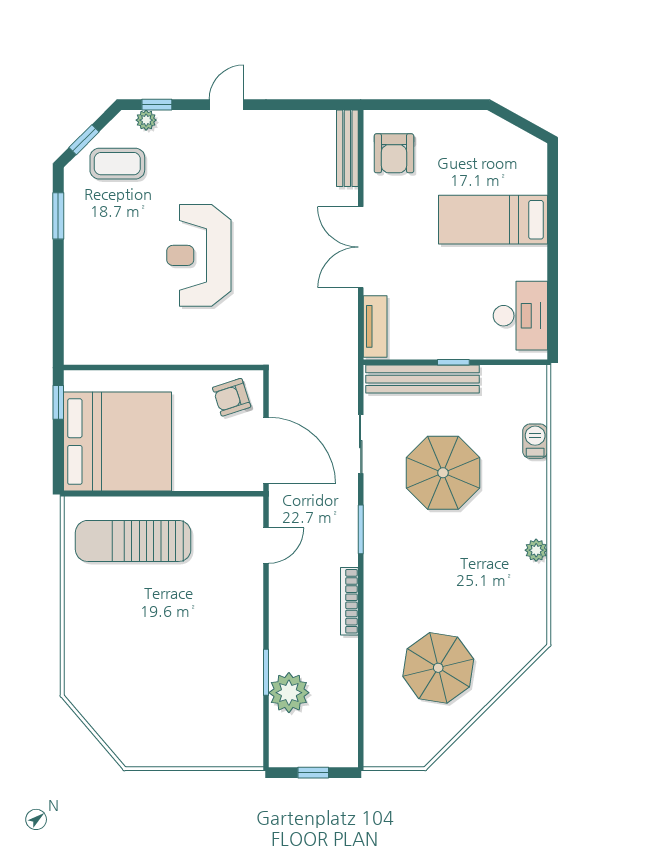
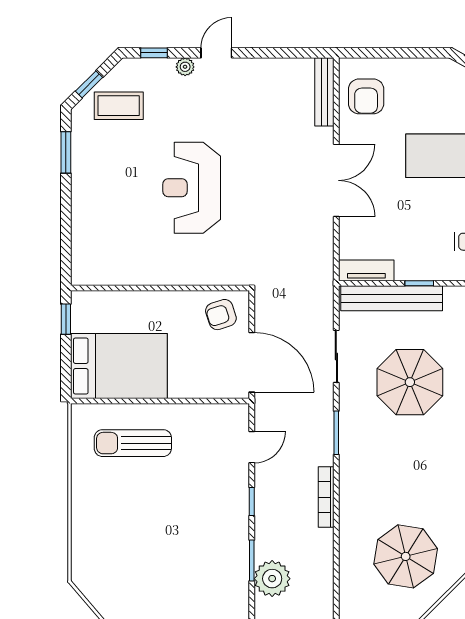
plant: (146, 120) -> (185, 67), moved
double door: (361, 247) -> (336, 180), swing flipped
tv unit: (375, 326) -> (366, 270), moved, turned -90
bed: (117, 442) -> (119, 366), width x0.73
sun lounger: (133, 541) -> (133, 443), width x0.73, depth x0.75
window: (266, 606) -> (252, 502), added

